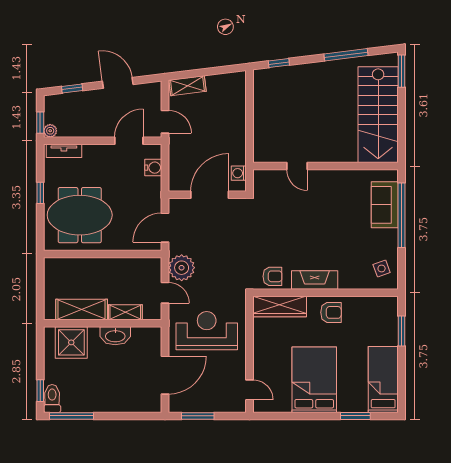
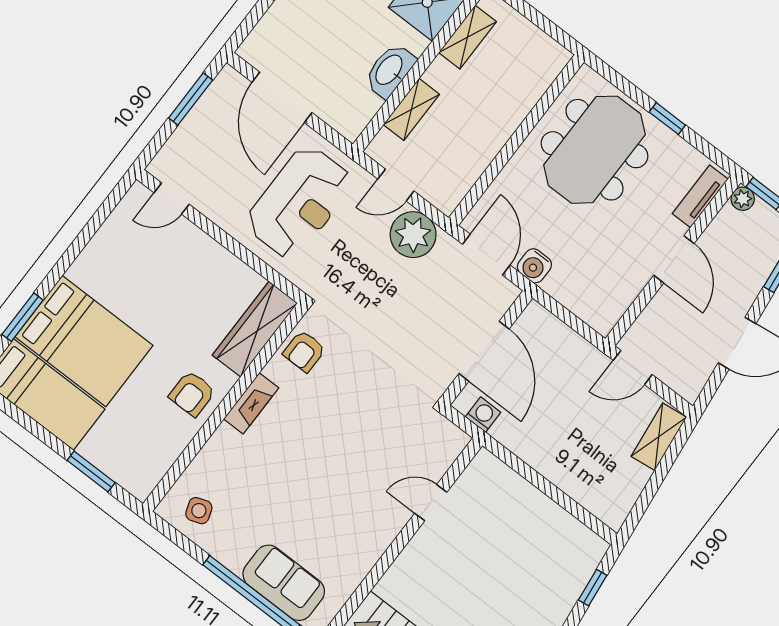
door: (129, 141) -> (674, 259), moved
water cooler: (153, 168) -> (534, 266), moved
fireplace: (315, 280) -> (251, 403), width x0.73, depth x0.76
shelving: (82, 309) -> (468, 37), width x0.67, depth x0.75
bed: (314, 380) -> (84, 341), moved

